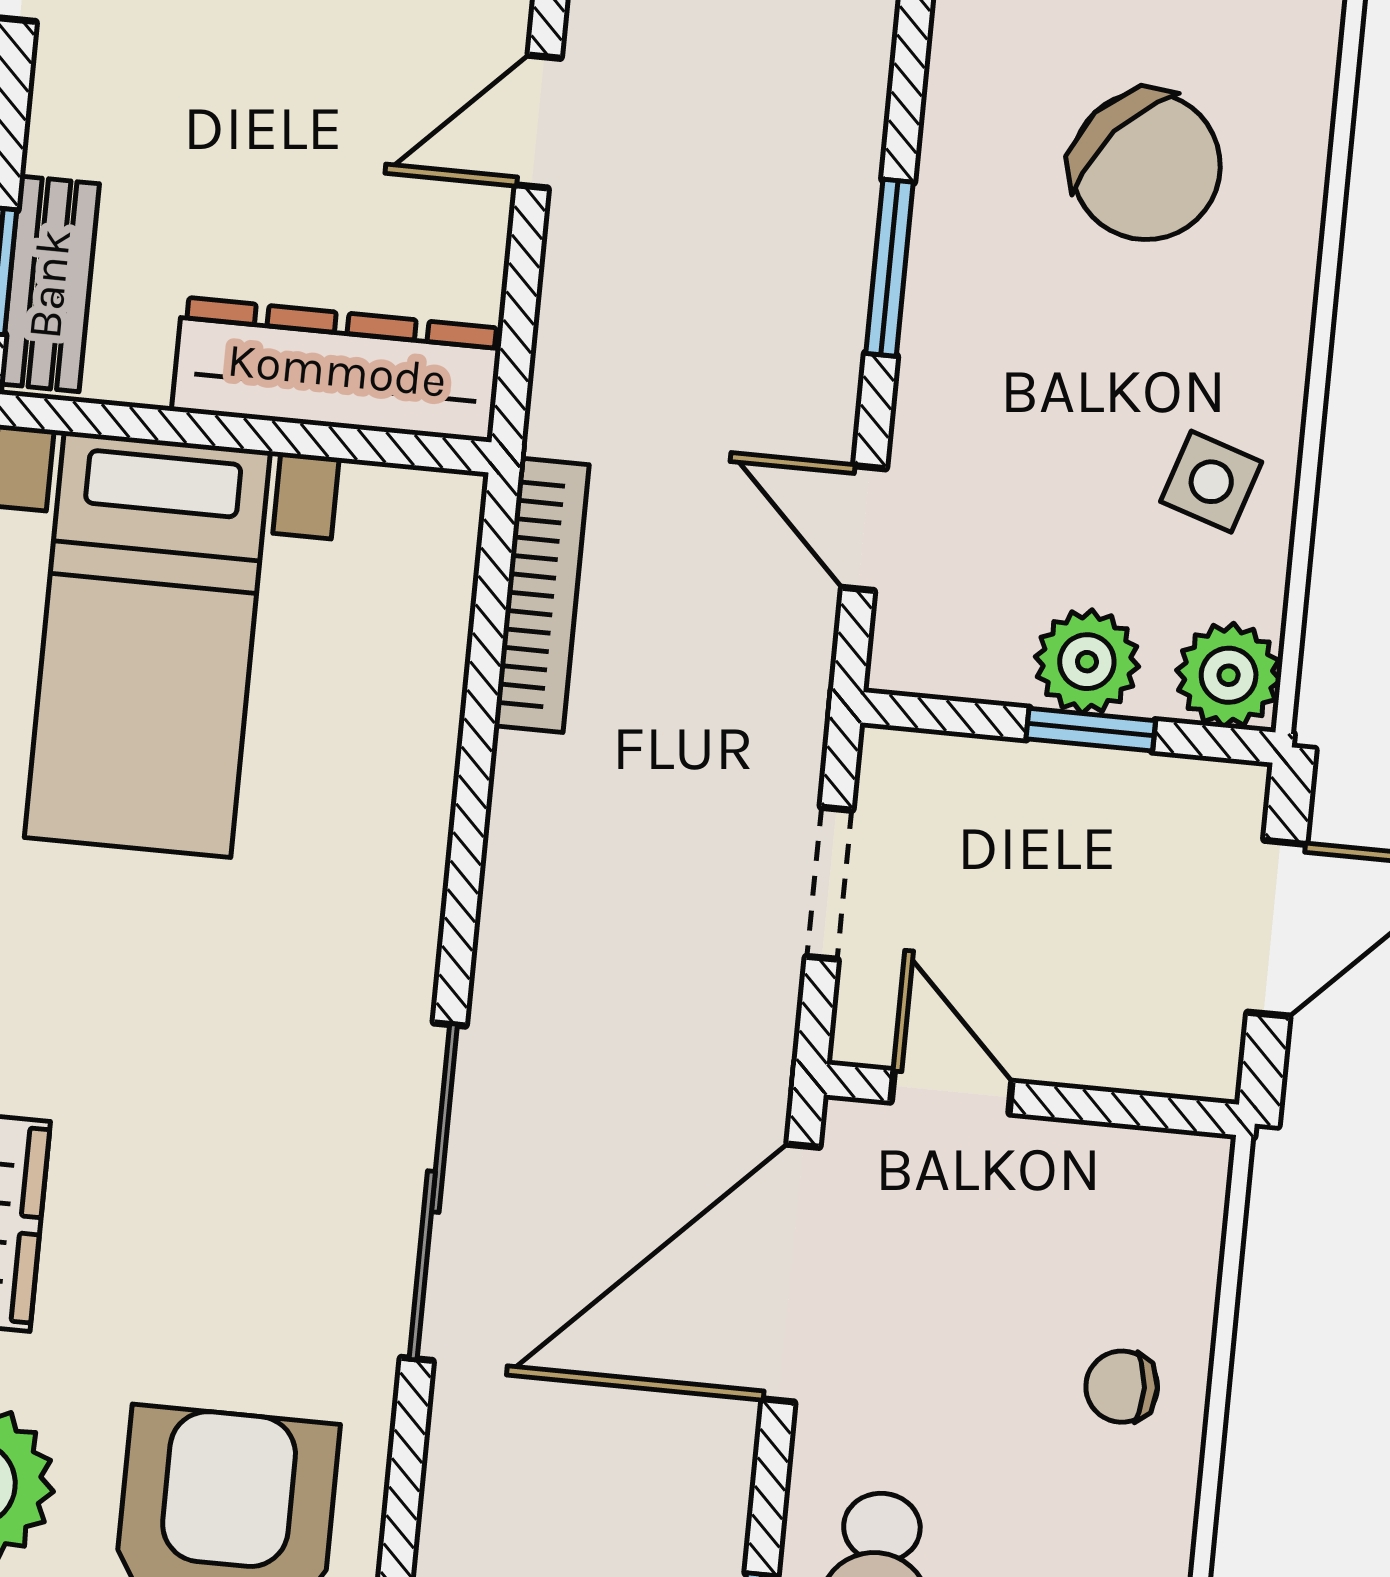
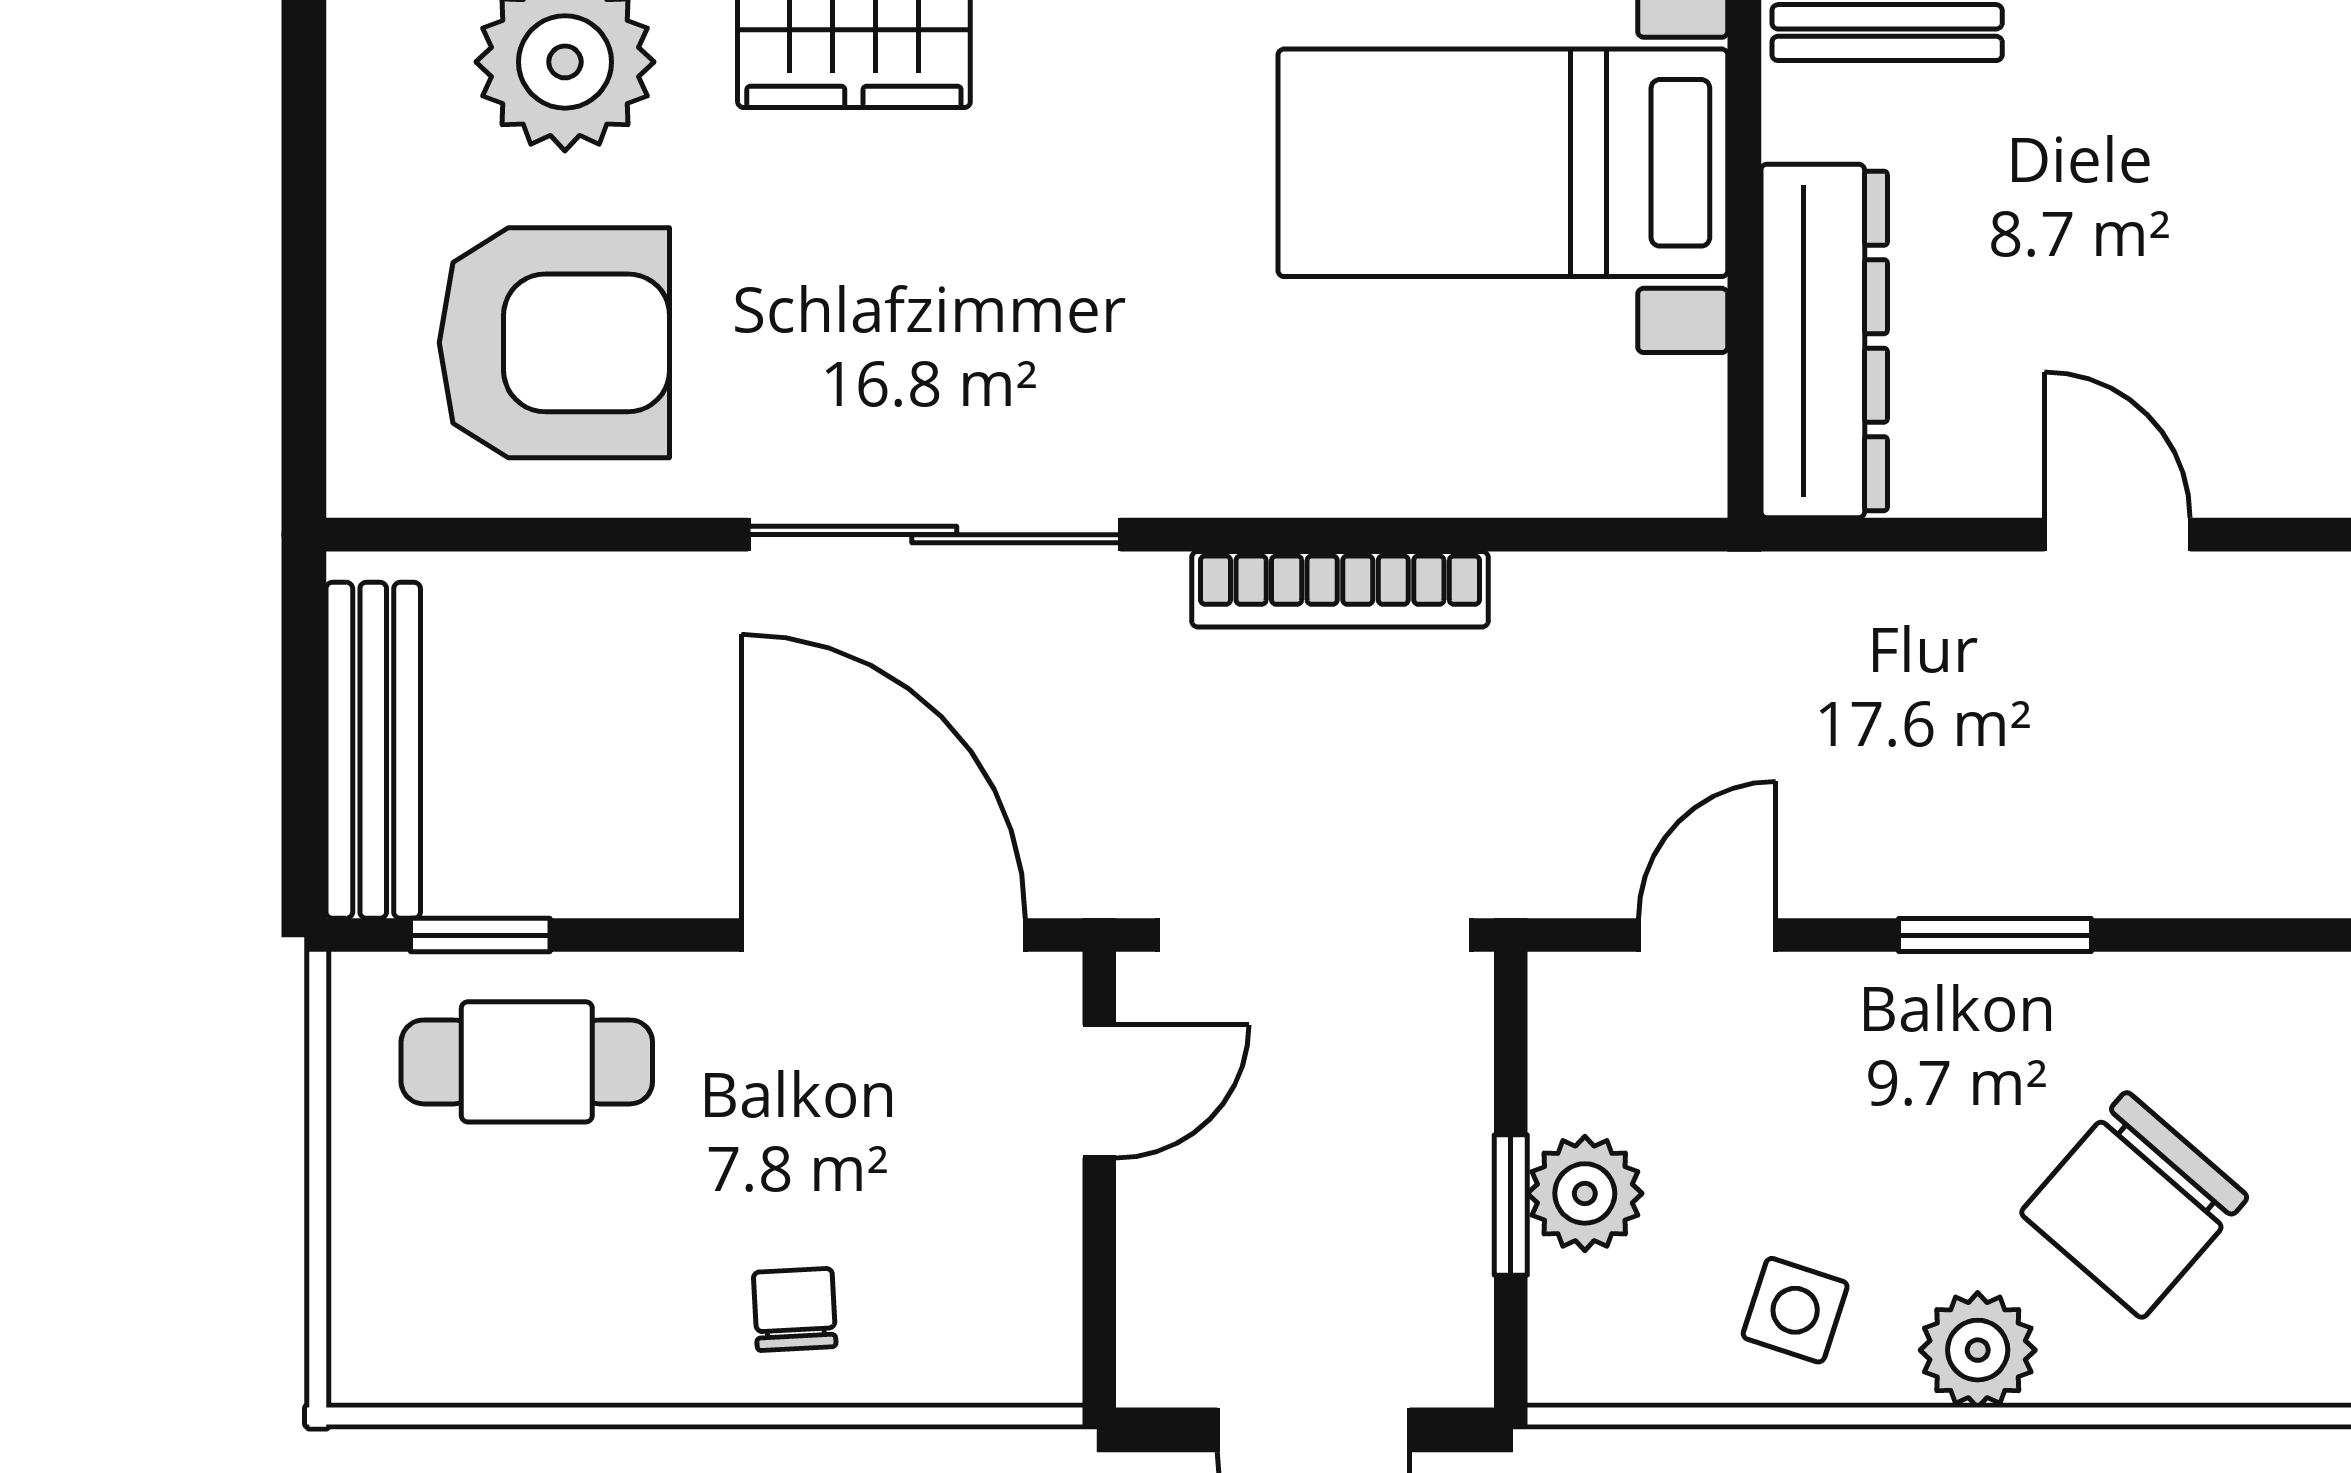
bookcase: (542, 595) -> (1340, 589), moved
plant: (1229, 675) -> (1978, 1350), moved
doorway: (829, 883) -> (1314, 935), width x1.88

